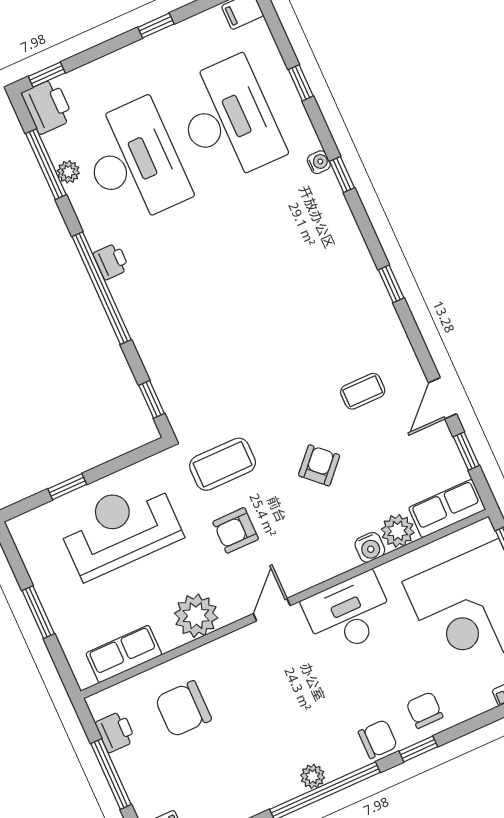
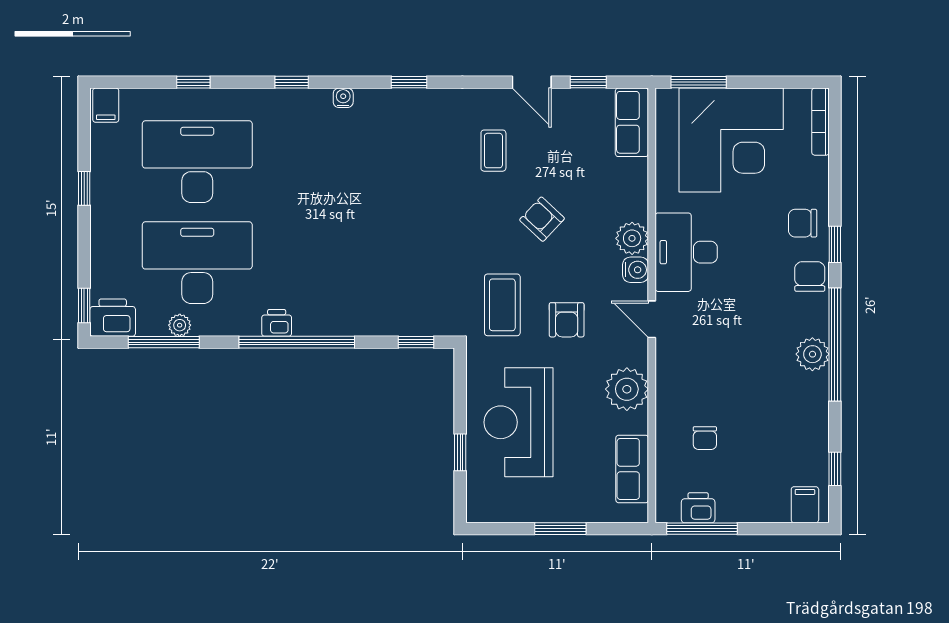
water cooler: (319, 162) -> (343, 98), moved
plant: (398, 531) -> (632, 238), moved
water cooler: (370, 547) -> (636, 270), moved
chair: (183, 709) -> (705, 438), width x0.54, depth x0.54
window: (111, 774) -> (702, 529), moved
plant: (313, 776) -> (812, 354), width x1.38, depth x1.38

